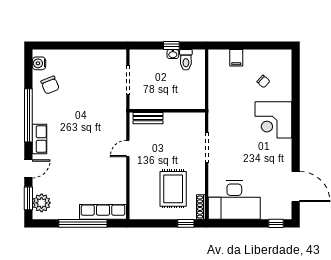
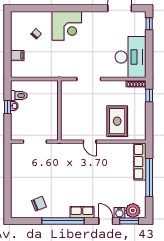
water cooler: (39, 63) -> (119, 213), moved
bench: (148, 118) -> (65, 126), removed
rug: (173, 189) -> (117, 121), moved, turned 90

